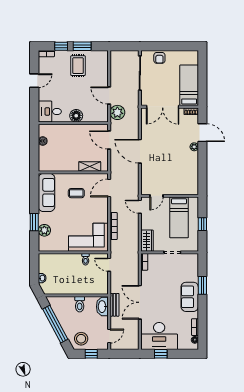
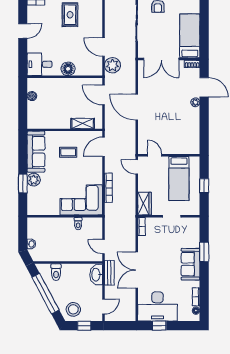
door: (156, 196) -> (155, 155), swing flipped
plant: (44, 230) -> (34, 180), moved
door: (109, 265) -> (104, 247), moved
toilet: (80, 304) -> (56, 272), moved

